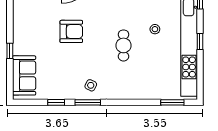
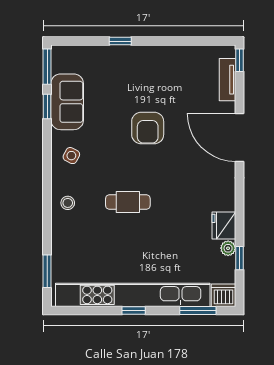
stool: (155, 29) -> (68, 203), moved
sofa: (24, 75) -> (67, 102), moved, turned -90
window: (88, 102) -> (47, 67), moved

